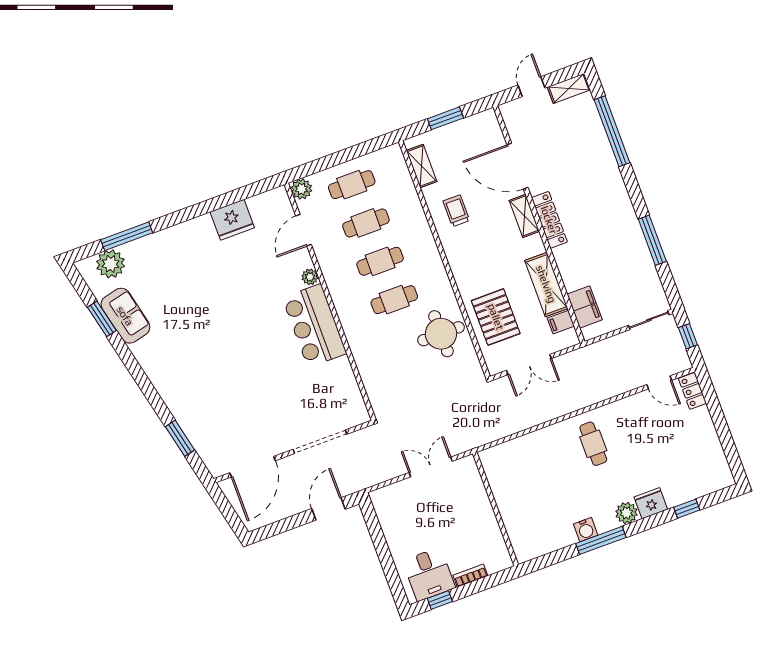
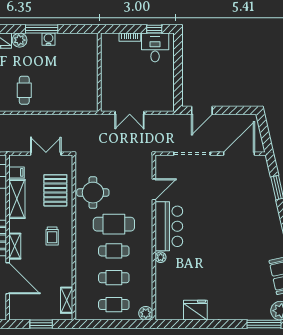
trolley: (456, 211) -> (52, 236), moved
door: (303, 230) -> (154, 189), moved
cafe table: (394, 300) -> (114, 224), width x1.37, depth x1.35

